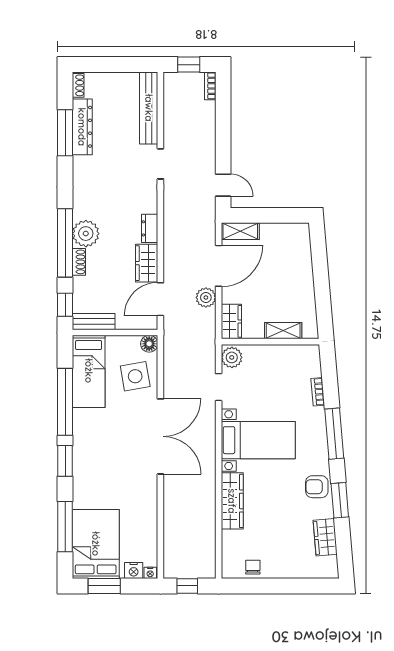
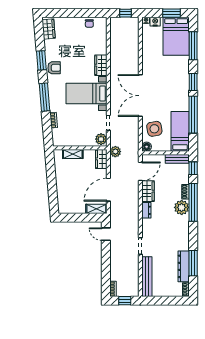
plant: (206, 297) -> (115, 152), moved
wardrobe: (232, 501) -> (101, 65), width x0.67
wardrobe: (325, 537) -> (49, 29), moved

